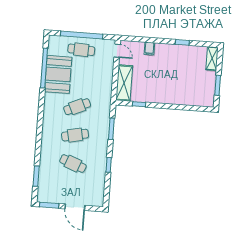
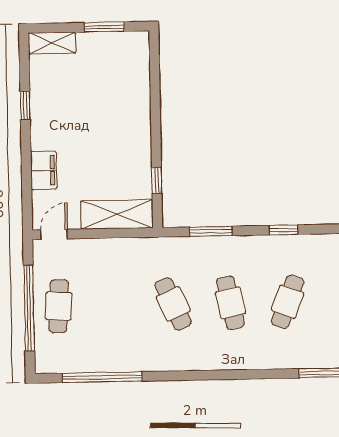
filing cabinet: (149, 49) -> (44, 170), width x2.00
booth: (58, 74) -> (112, 348), removed

